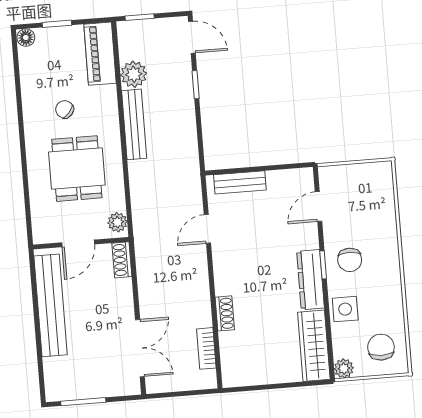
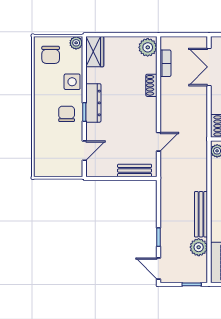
wardrobe: (314, 346) -> (95, 52), width x0.67
plant: (235, 370) -> (148, 47), added

